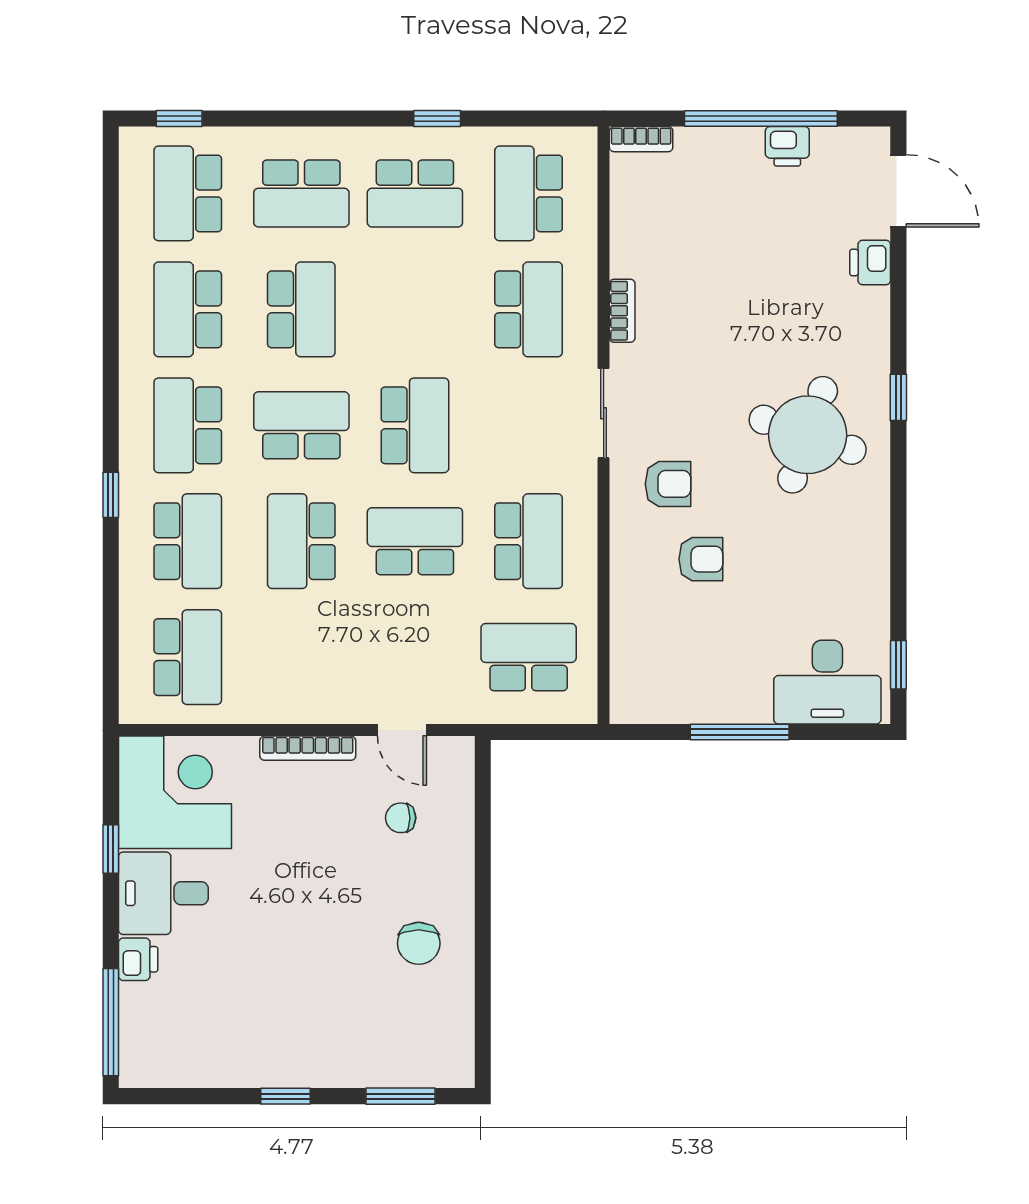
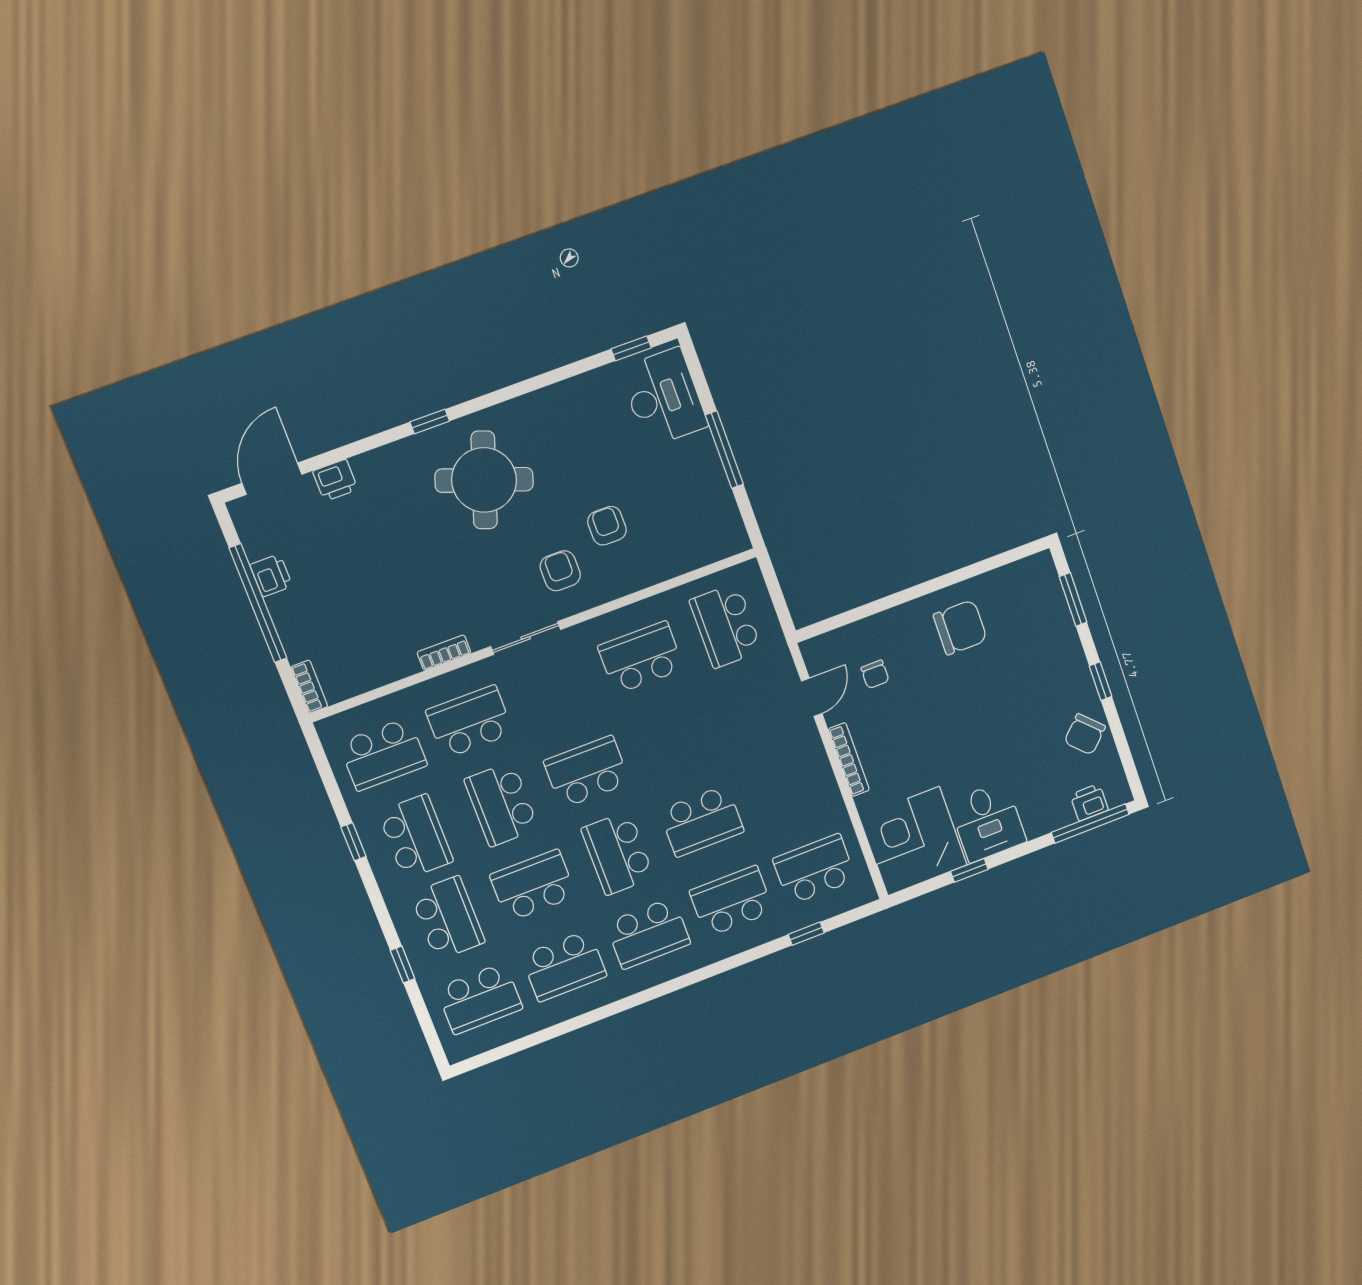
window: (179, 119) -> (403, 965), moved
window: (111, 495) -> (806, 934), moved
school desk: (415, 541) -> (501, 804), moved
chair: (419, 943) -> (960, 627), width x1.37, depth x1.37
printer: (138, 959) -> (1089, 802), moved
chair: (226, 1054) -> (1085, 734), added

